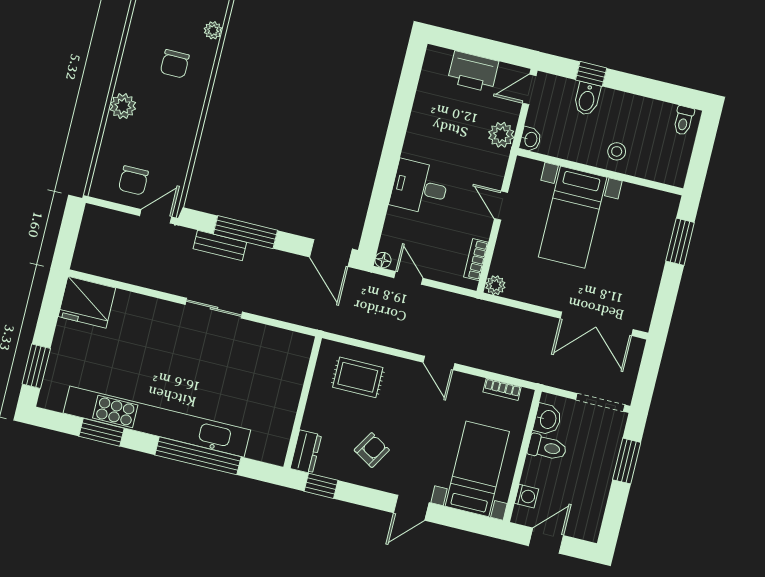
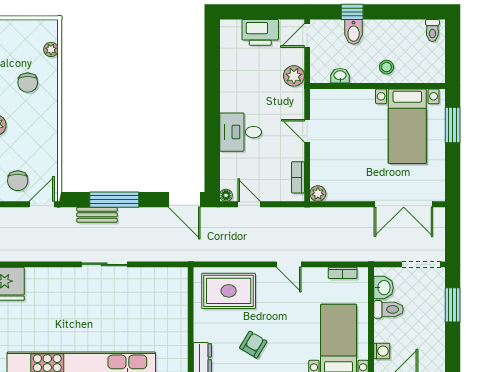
washbasin: (530, 139) -> (340, 76), moved, turned -90
bed with nightstands: (573, 217) -> (407, 126), moved
rug: (358, 377) -> (229, 291), width x1.36, depth x1.43

